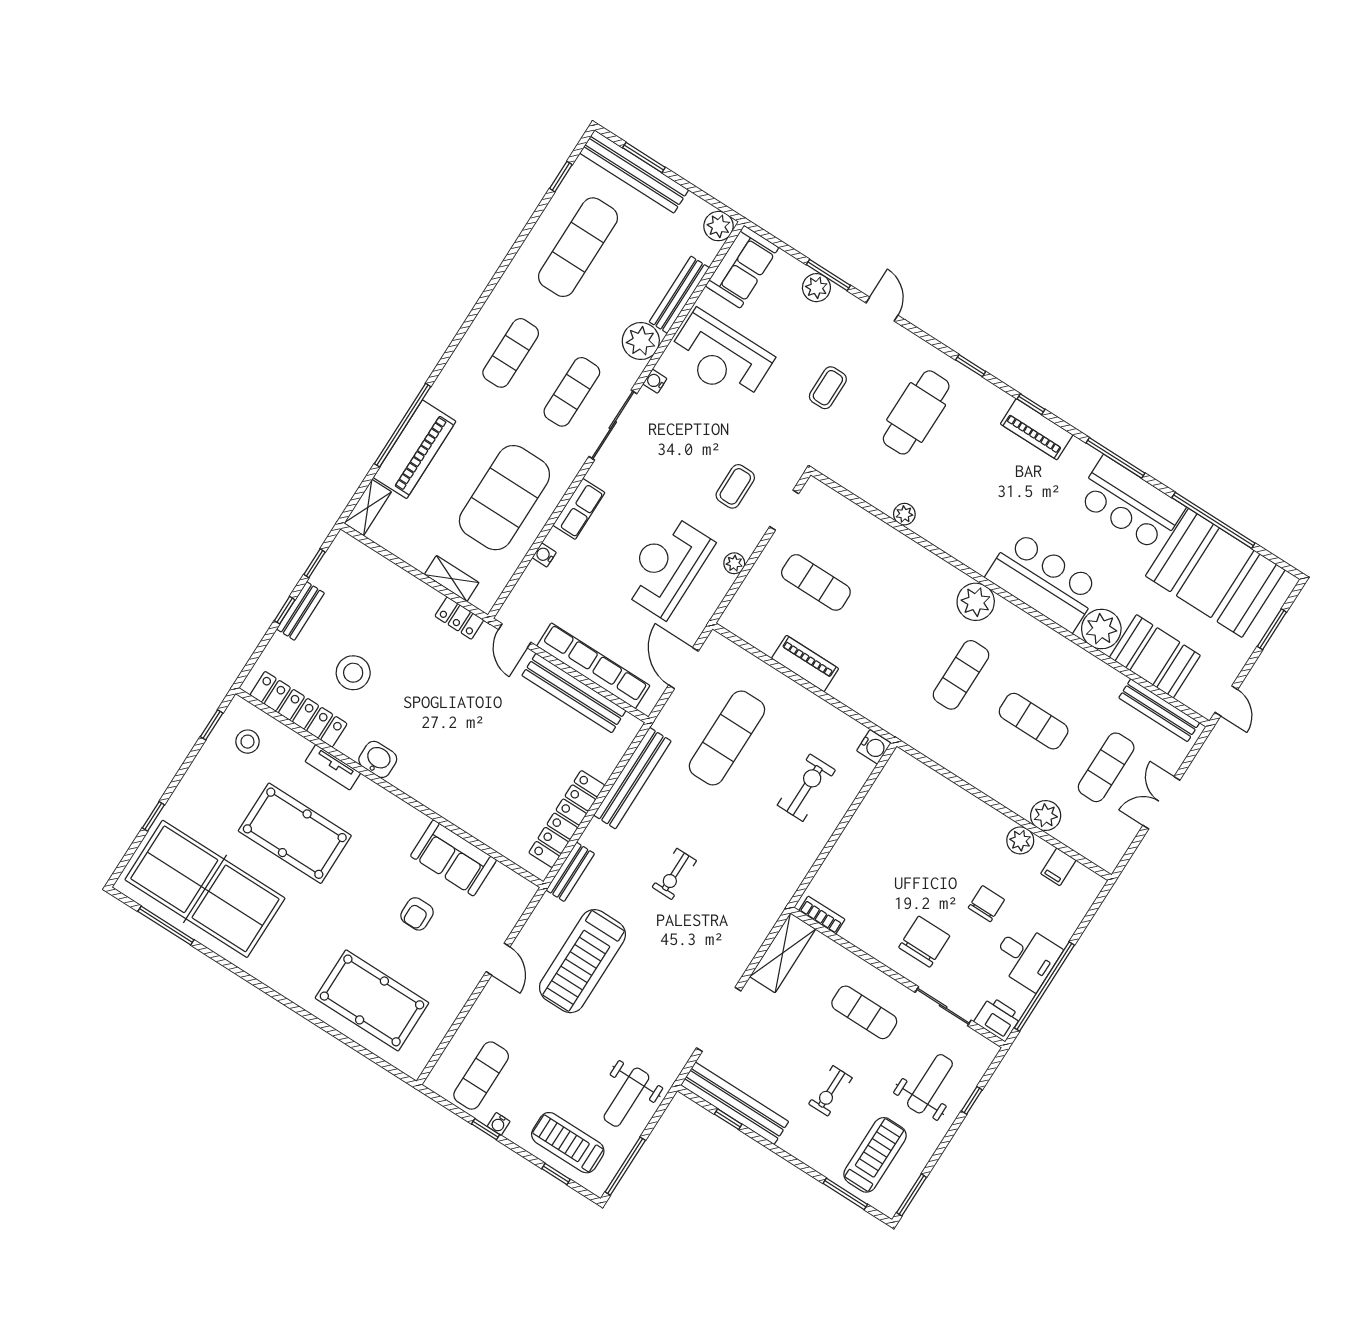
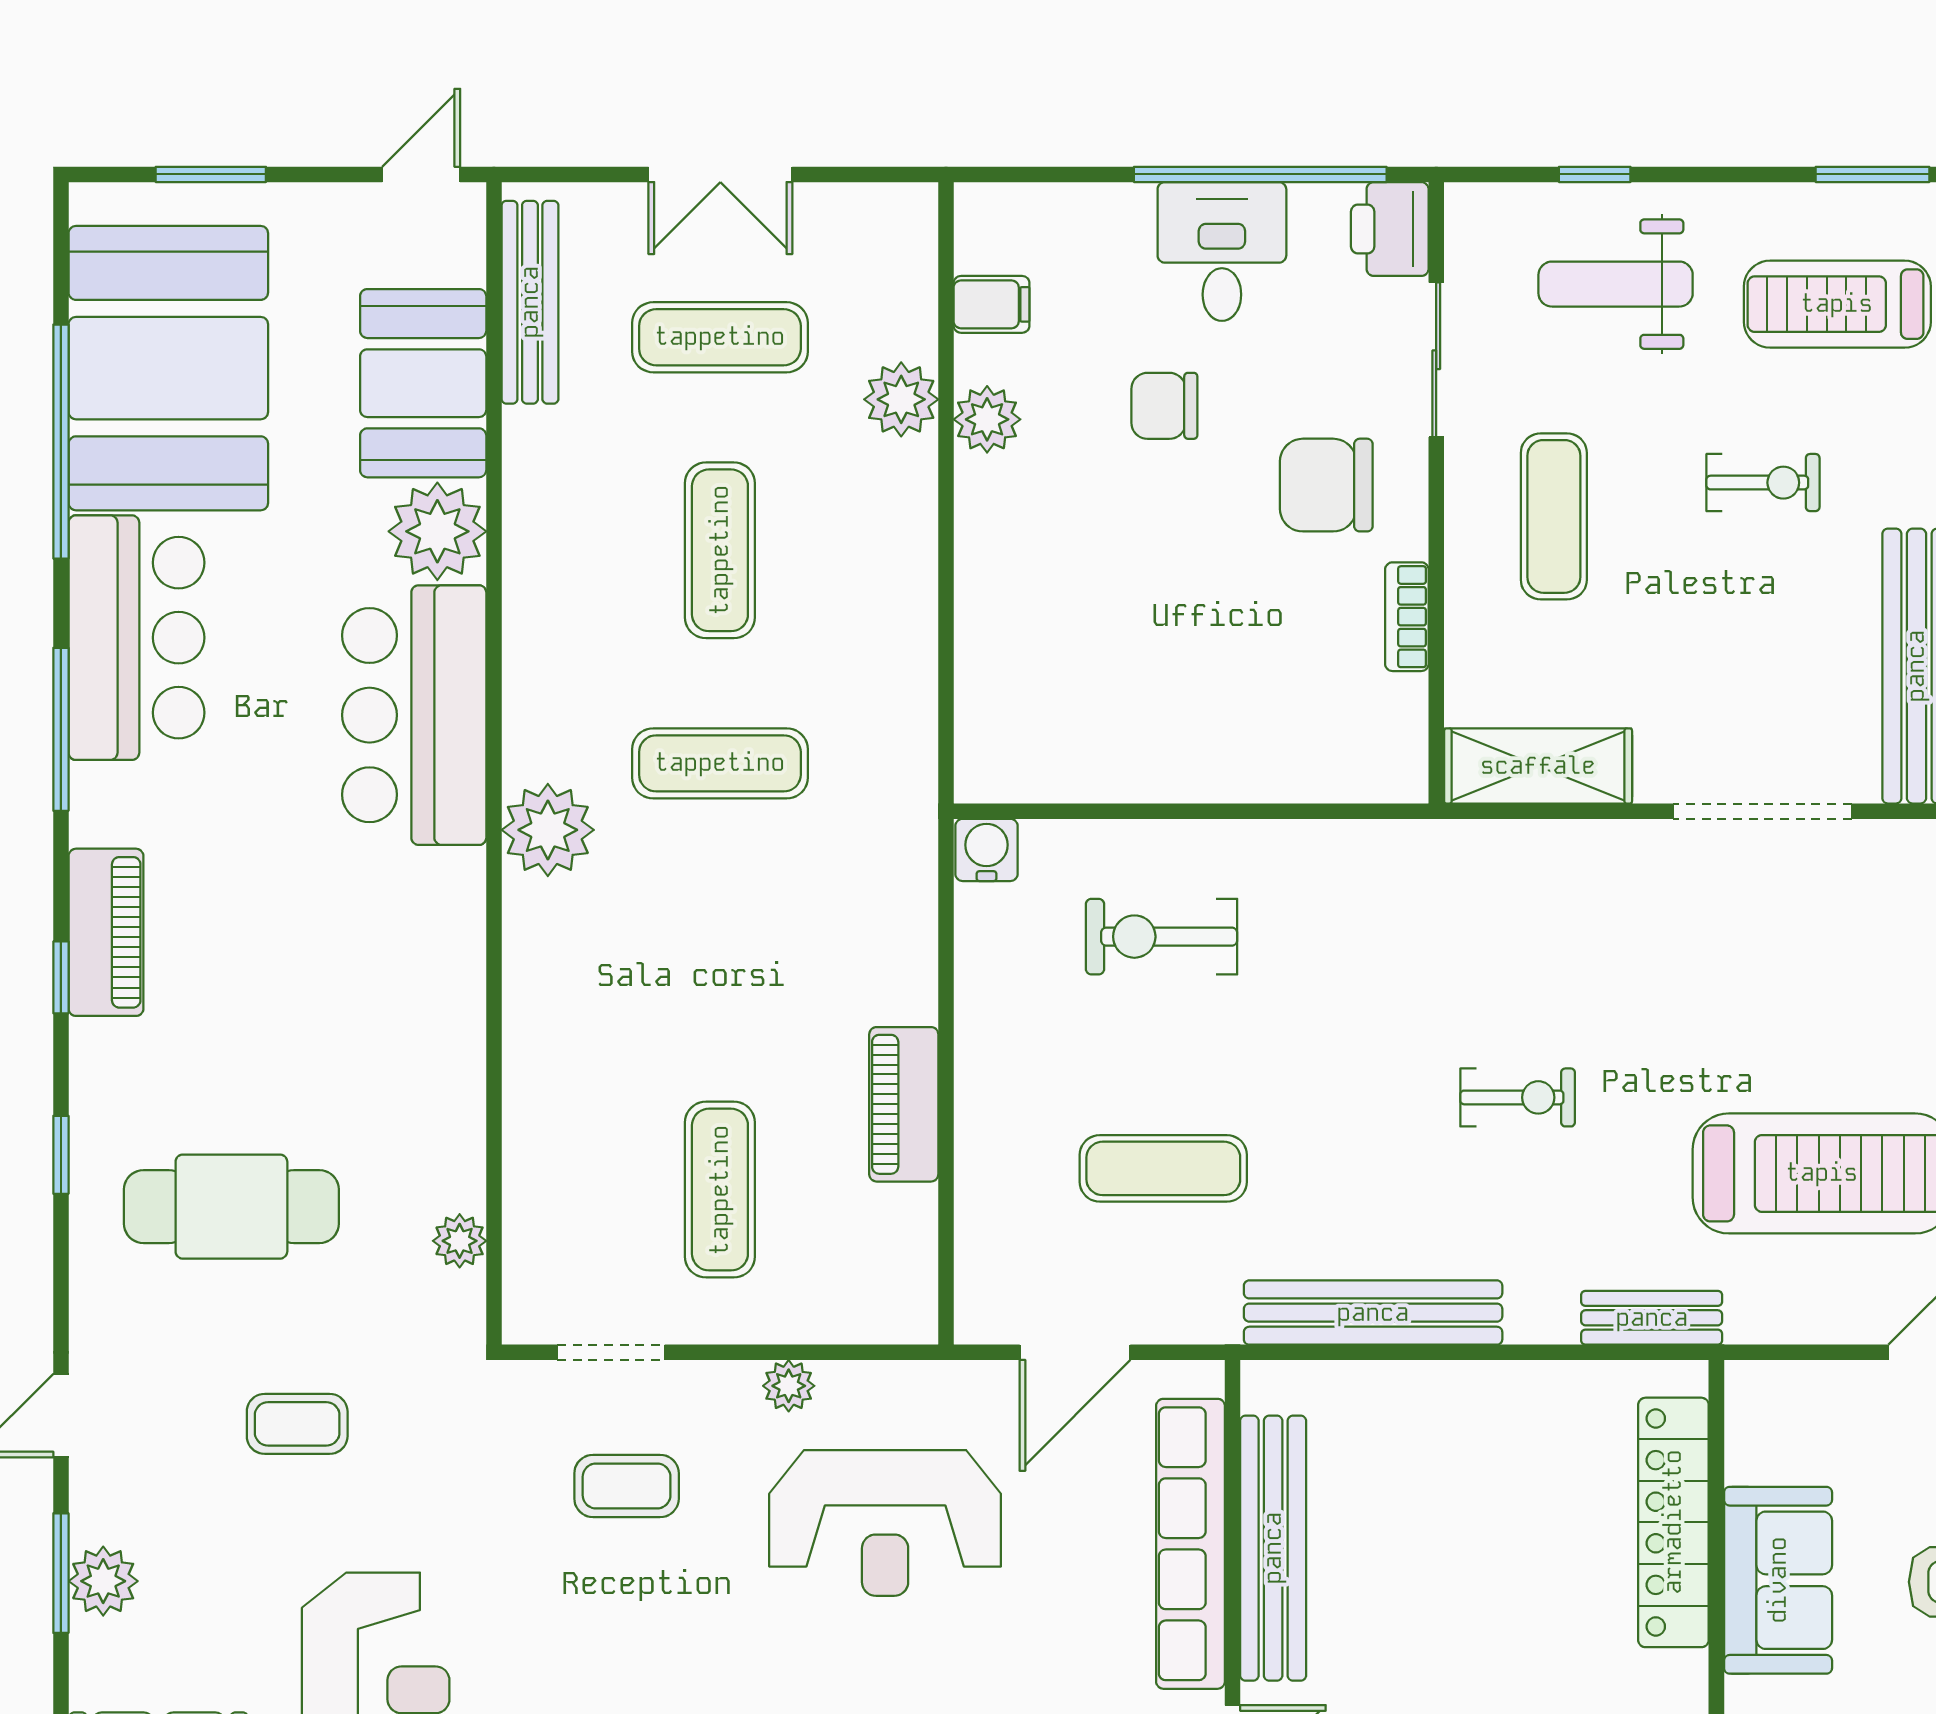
plant: (904, 514) -> (460, 1241), moved
exercise mat: (727, 738) -> (1163, 1168), width x0.73, depth x0.69
locker: (567, 819) -> (1673, 1522), moved, turned 90
bookcase: (822, 915) -> (1407, 617), moved

